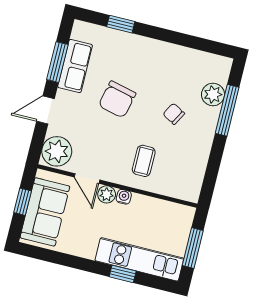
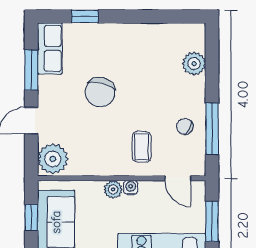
row of seats: (75, 66) -> (50, 48), moved
window: (227, 110) -> (212, 129), moved
chair: (174, 114) -> (185, 127), moved
door: (87, 178) -> (178, 178), moved

